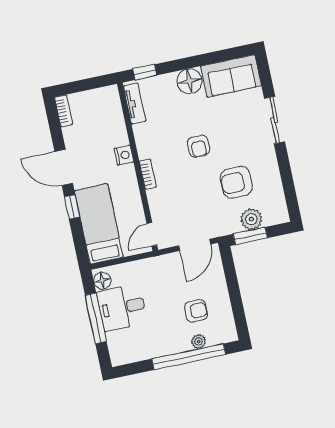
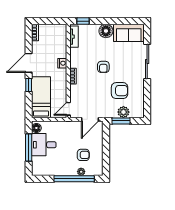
sliding door: (274, 120) -> (147, 62), width x1.37
door: (64, 167) -> (29, 63), hinge flipped
armchair: (236, 182) -> (120, 91), turned 180

